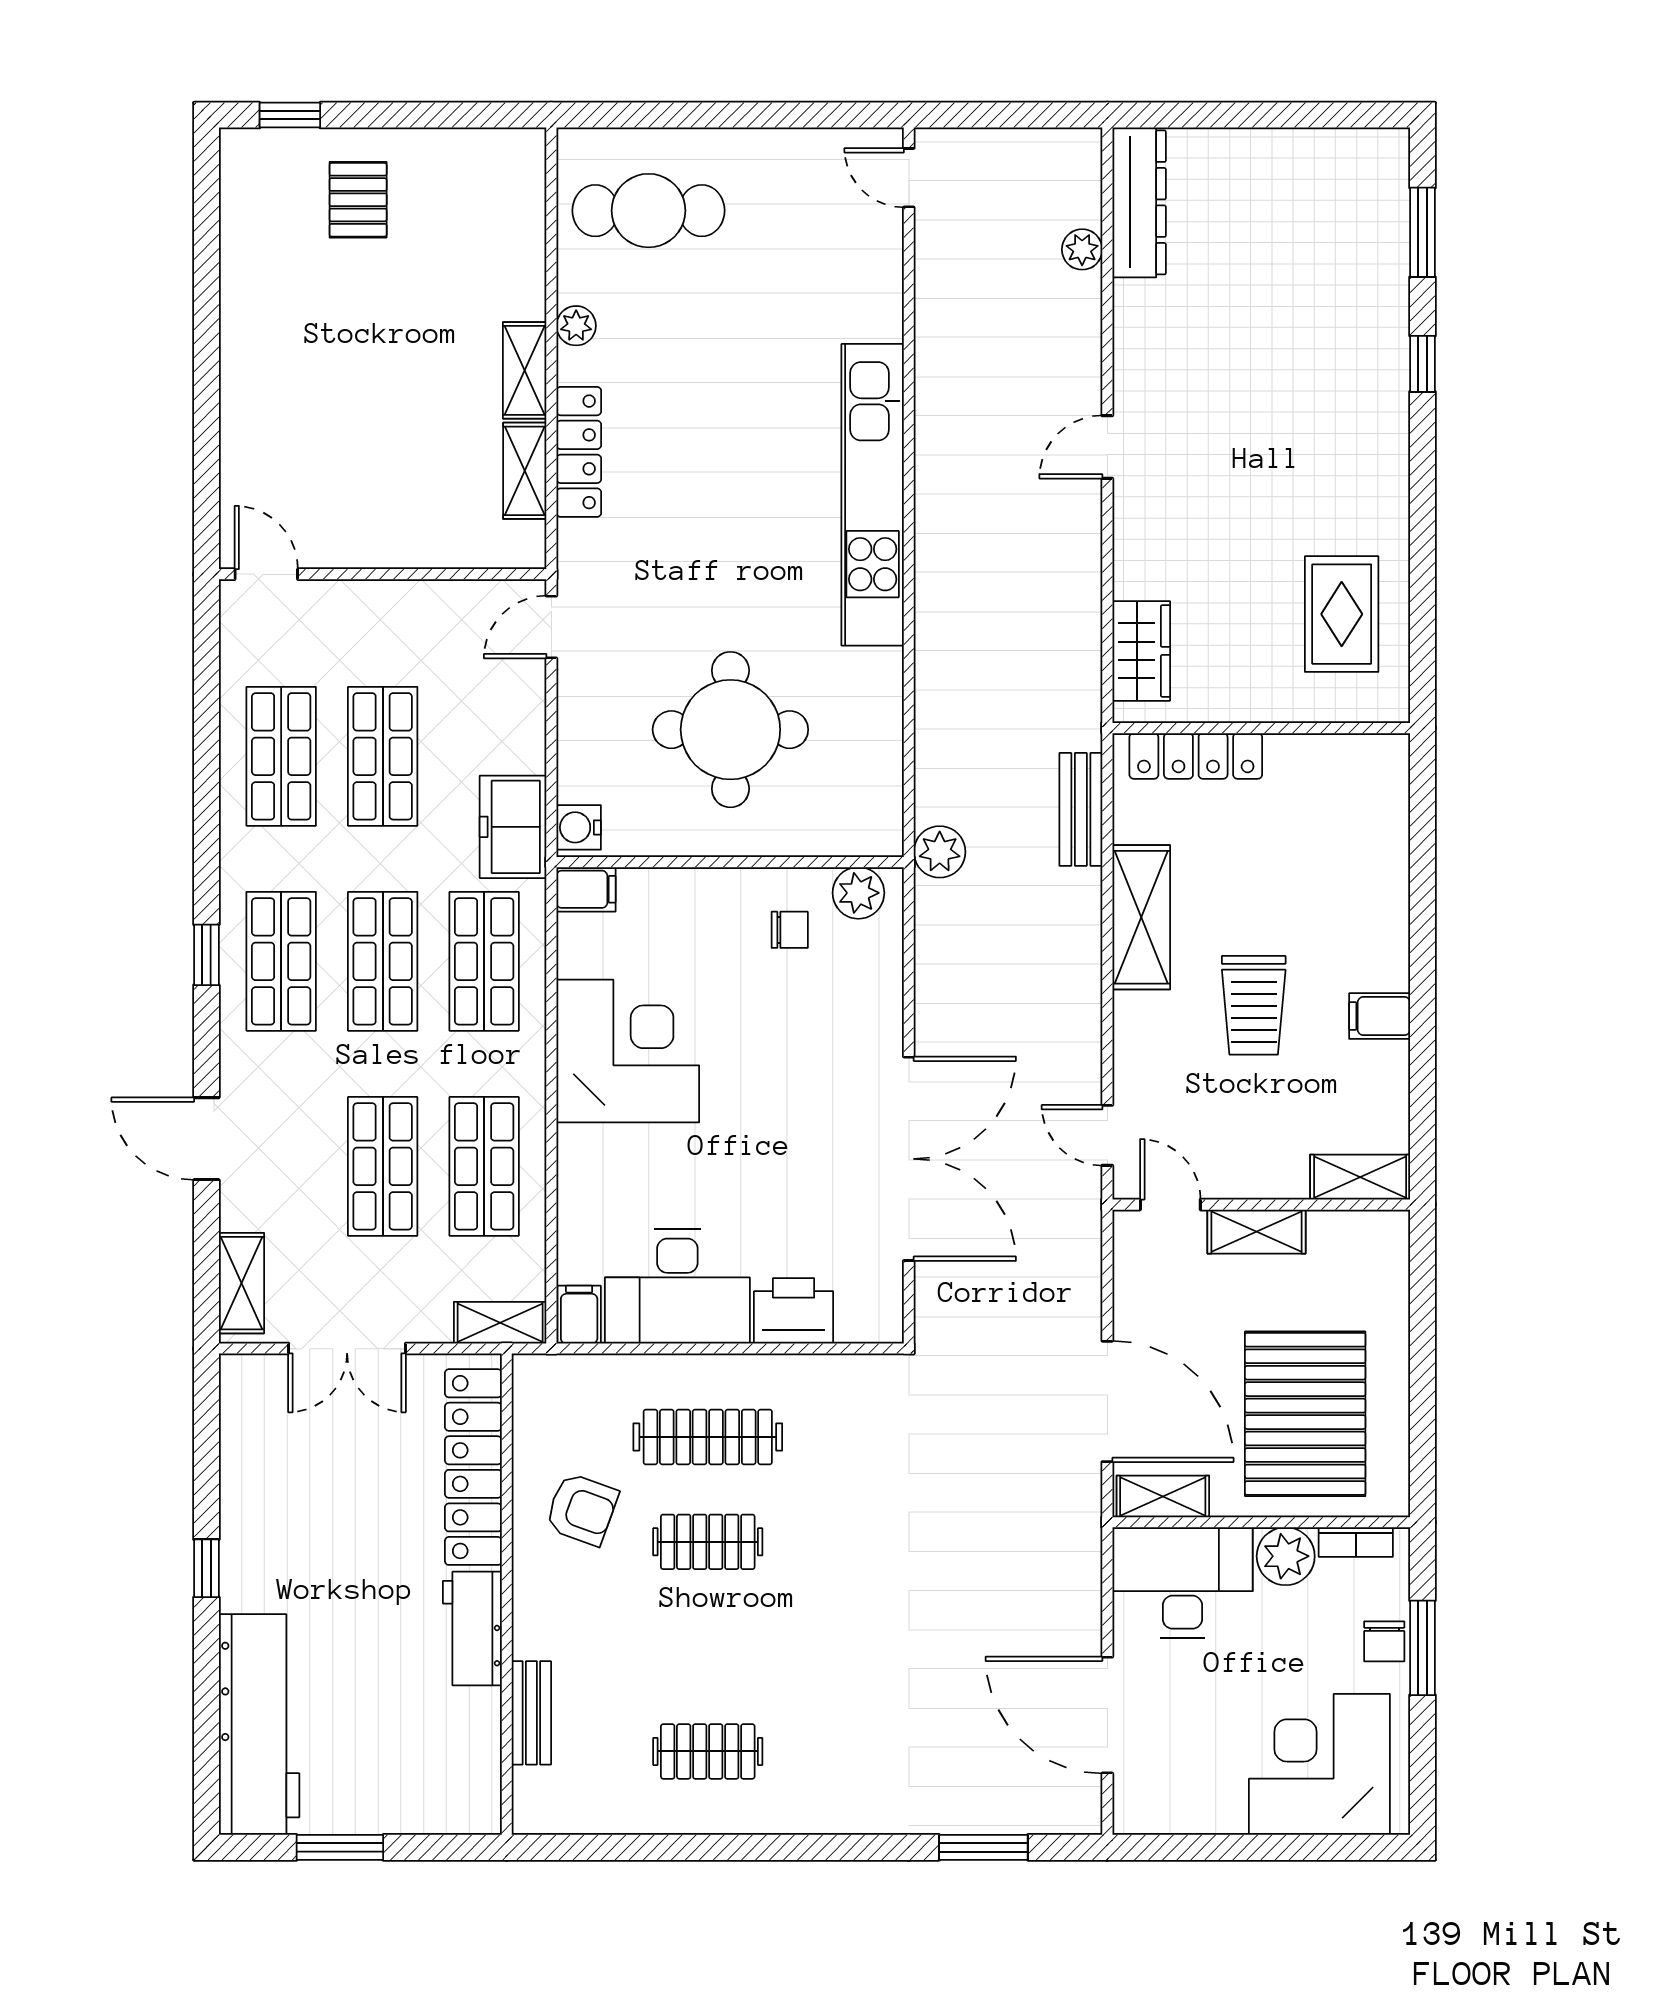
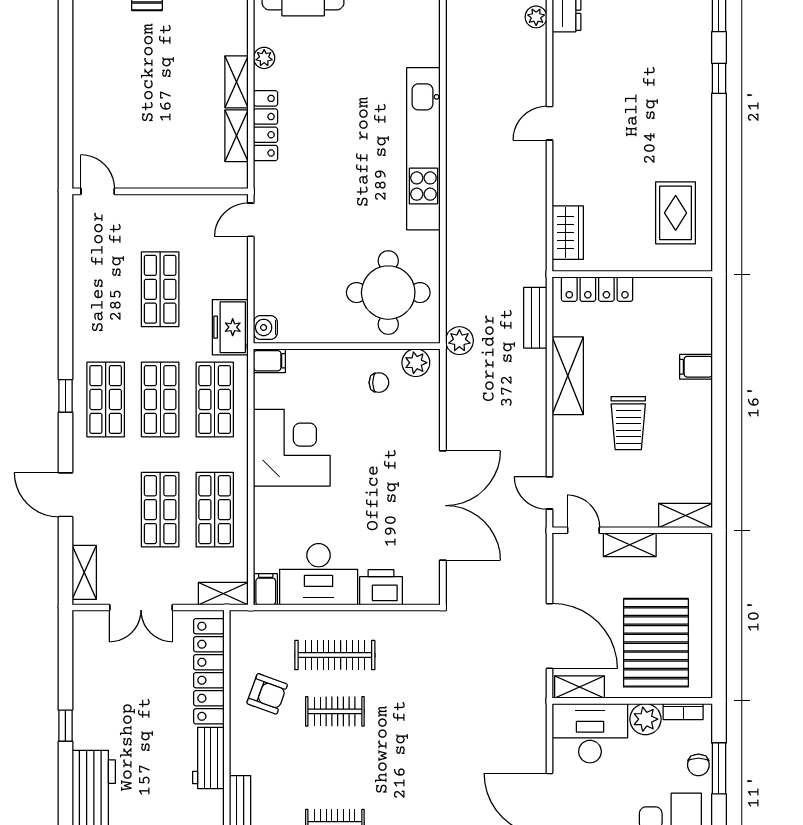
round table: (730, 730) -> (388, 293), moved
shop shelf: (281, 756) -> (106, 289), removed
filing cabinet: (1380, 1016) -> (696, 367), moved

